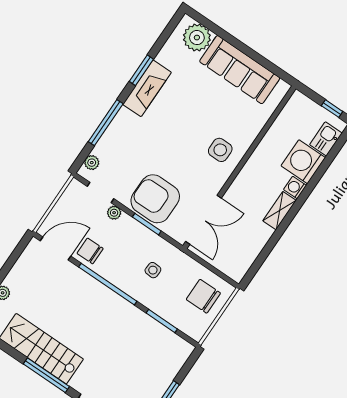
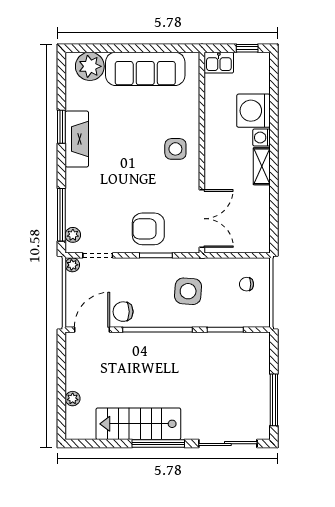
window: (106, 123) -> (61, 215), moved
kitchen sink: (326, 139) -> (219, 63), moved, turned -90
armchair: (155, 199) -> (148, 229), width x0.73, depth x0.73
plant: (114, 213) -> (72, 265), moved
side table: (153, 270) -> (188, 291), width x1.87, depth x1.87
chair: (203, 296) -> (247, 284), width x0.54, depth x0.54

